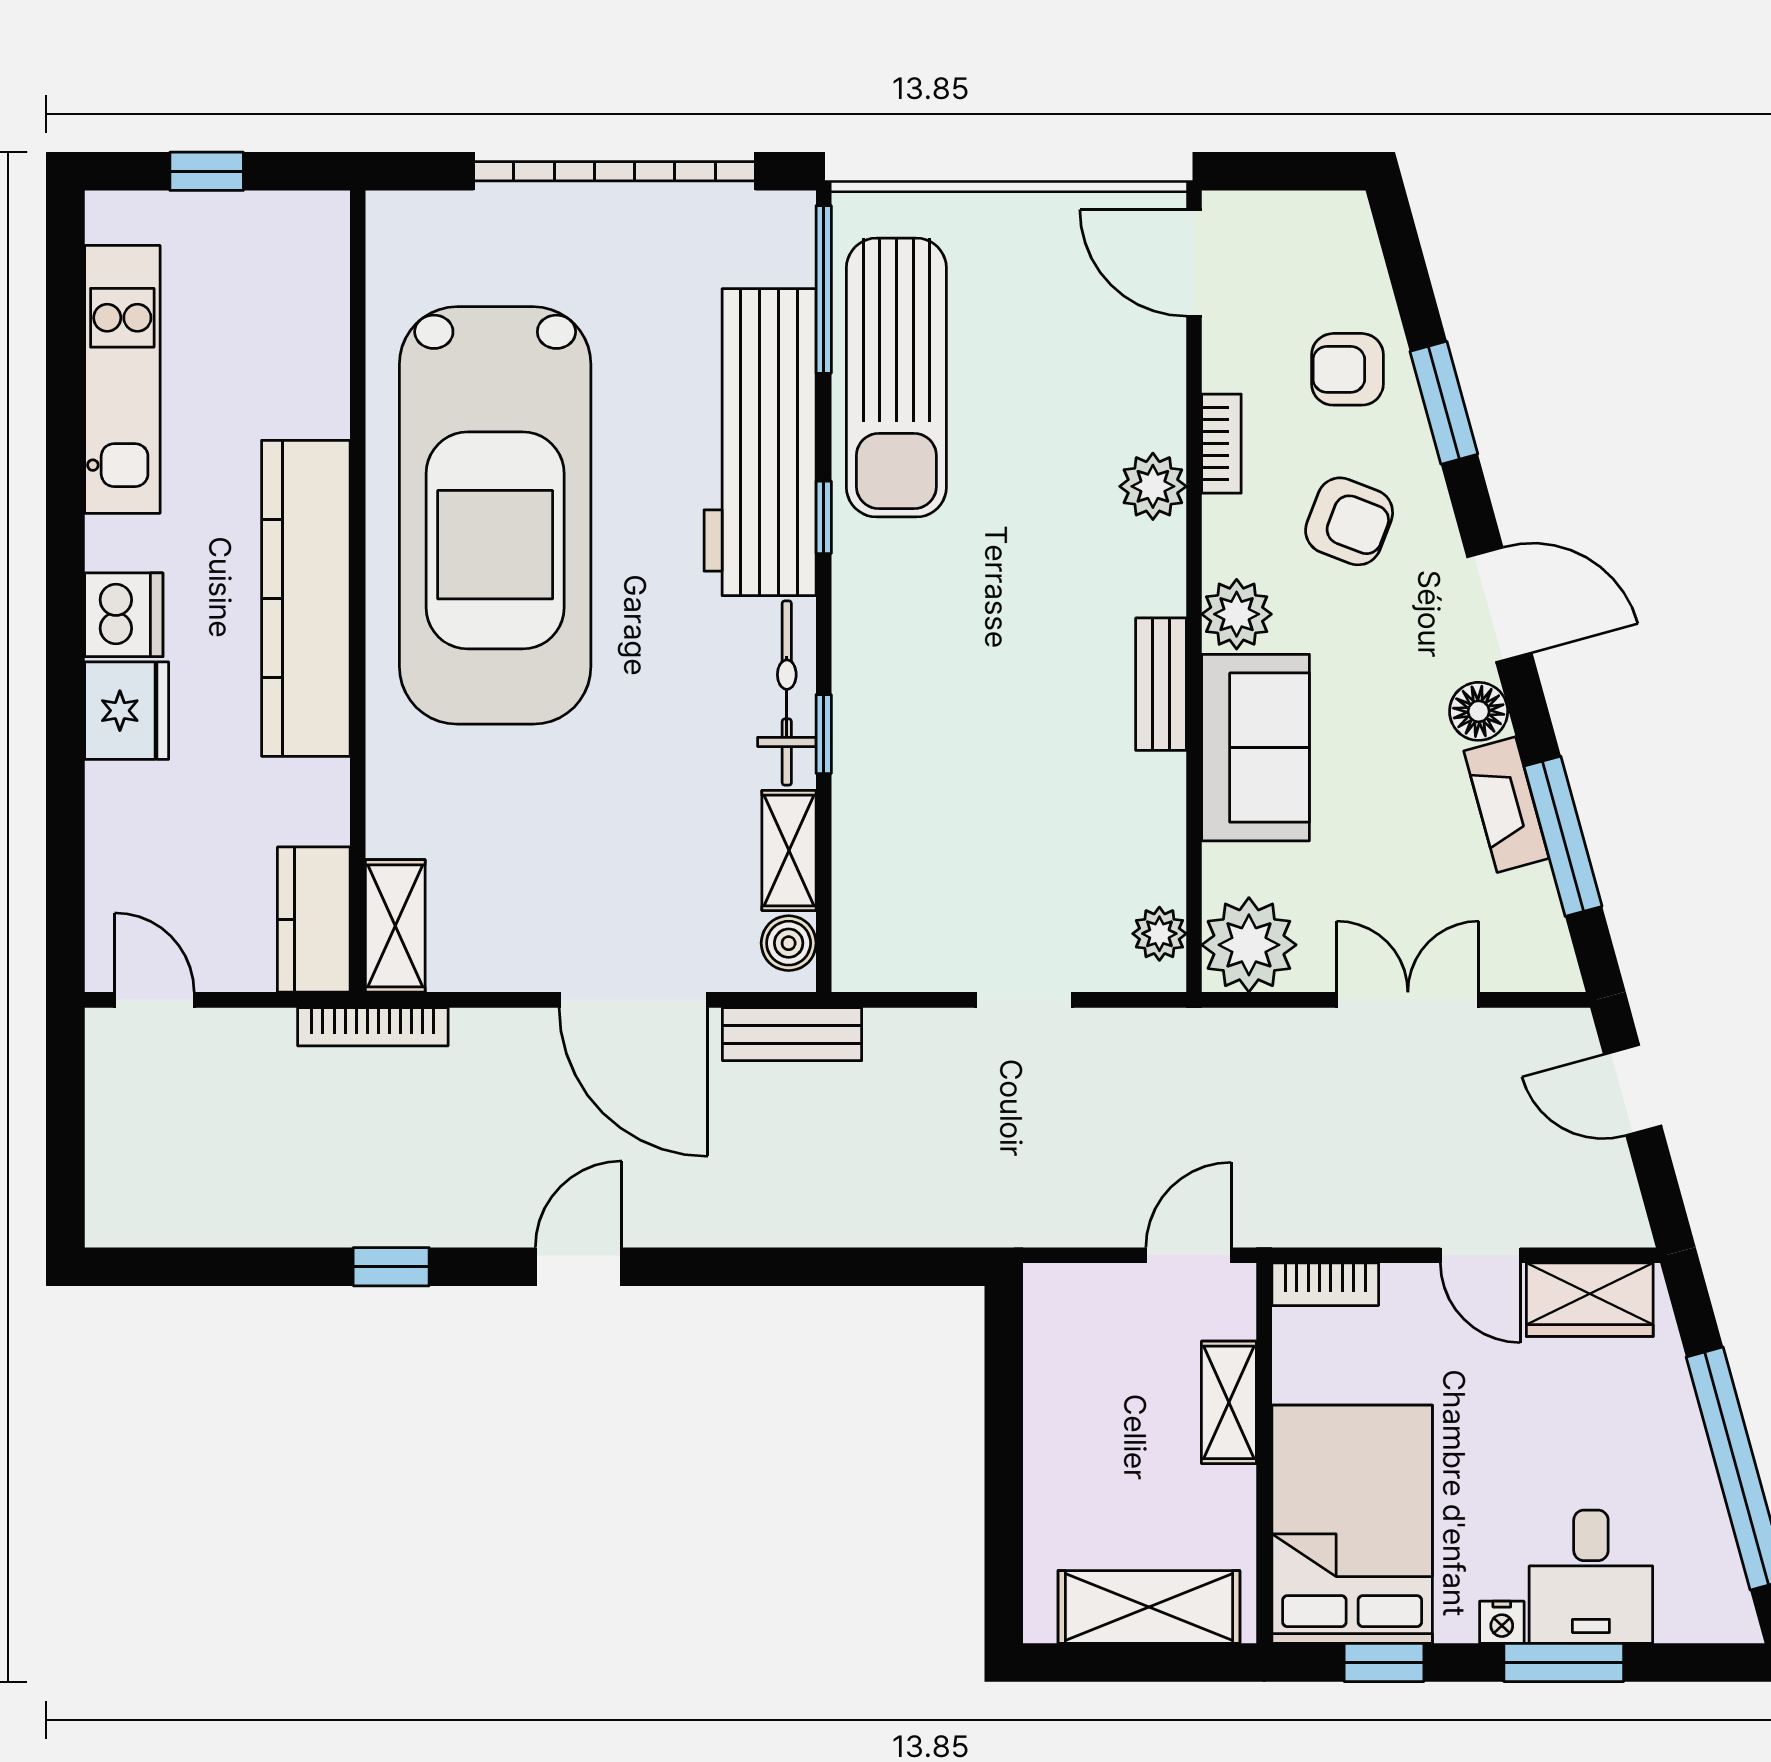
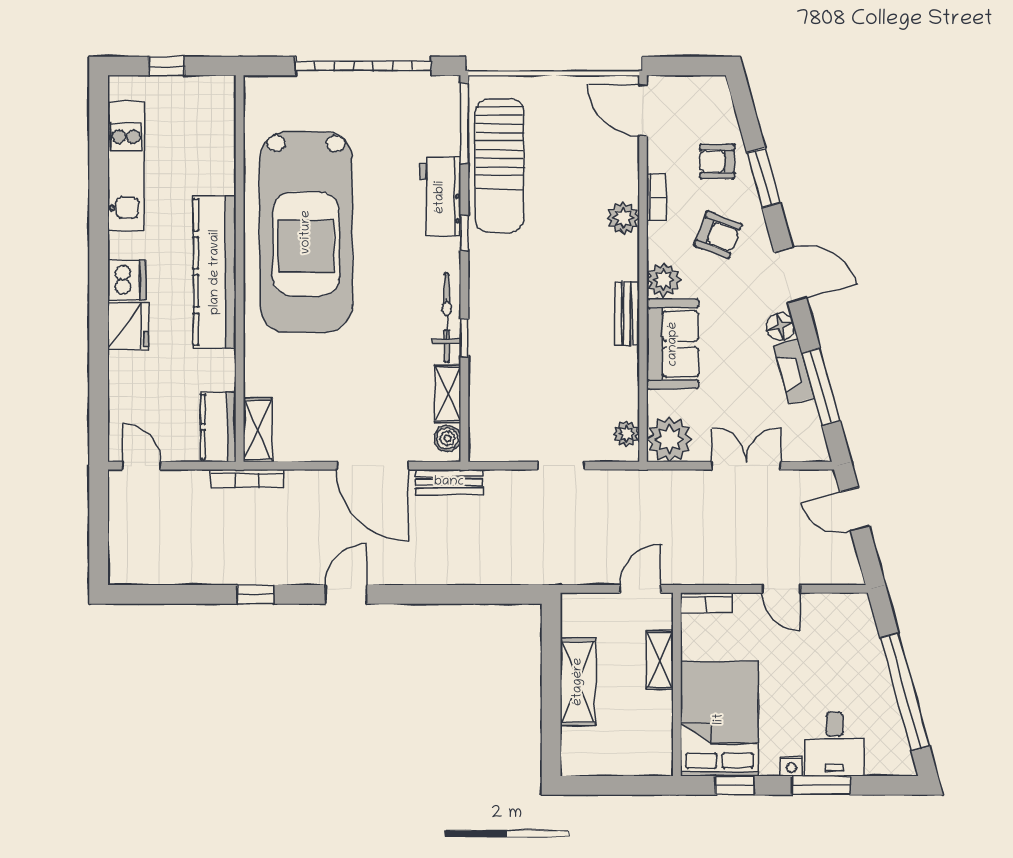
workbench: (760, 442) -> (440, 197), width x0.53, depth x0.76
wardrobe: (1590, 1300) -> (834, 610), removed
shelving: (1149, 1607) -> (578, 682), moved, turned 90

